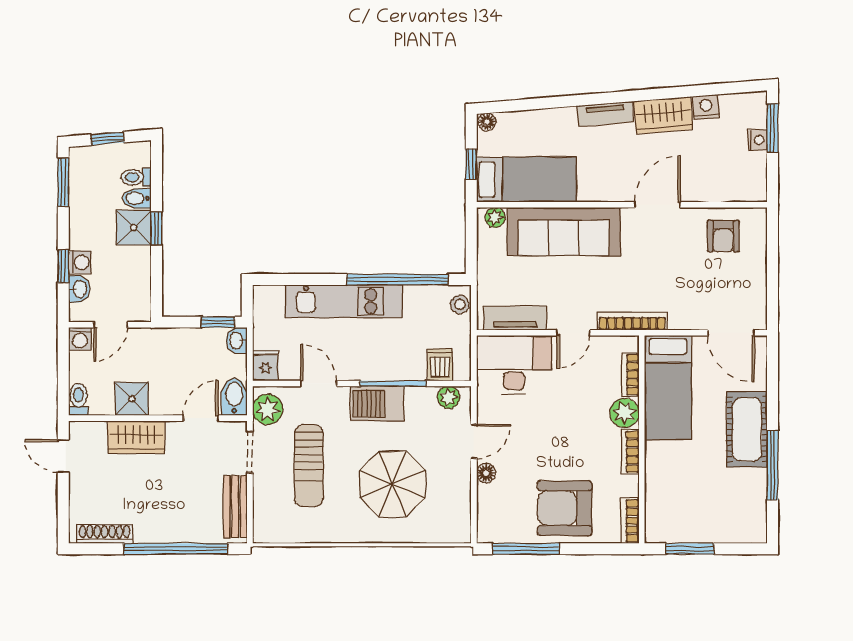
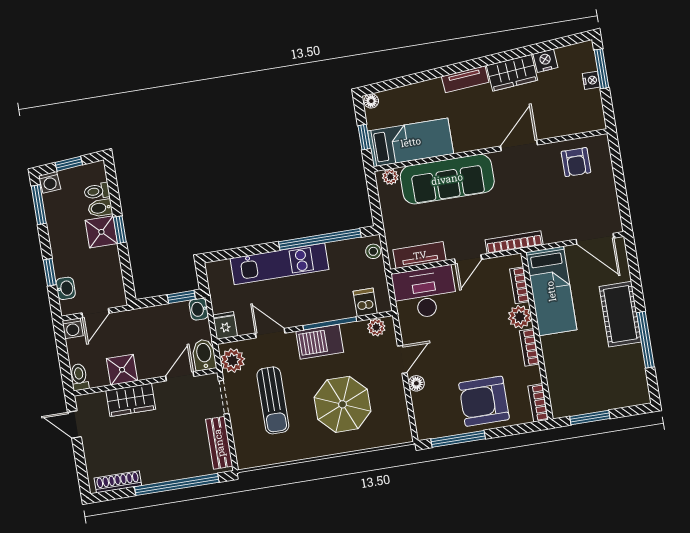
washing machine: (80, 262) -> (50, 182), moved, turned 85

